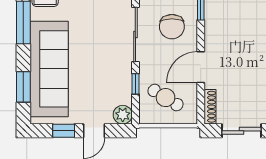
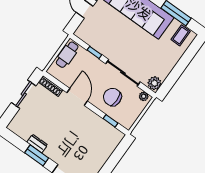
cafe table: (166, 98) -> (67, 55), moved, turned -32
plant: (123, 115) -> (82, 32), removed

